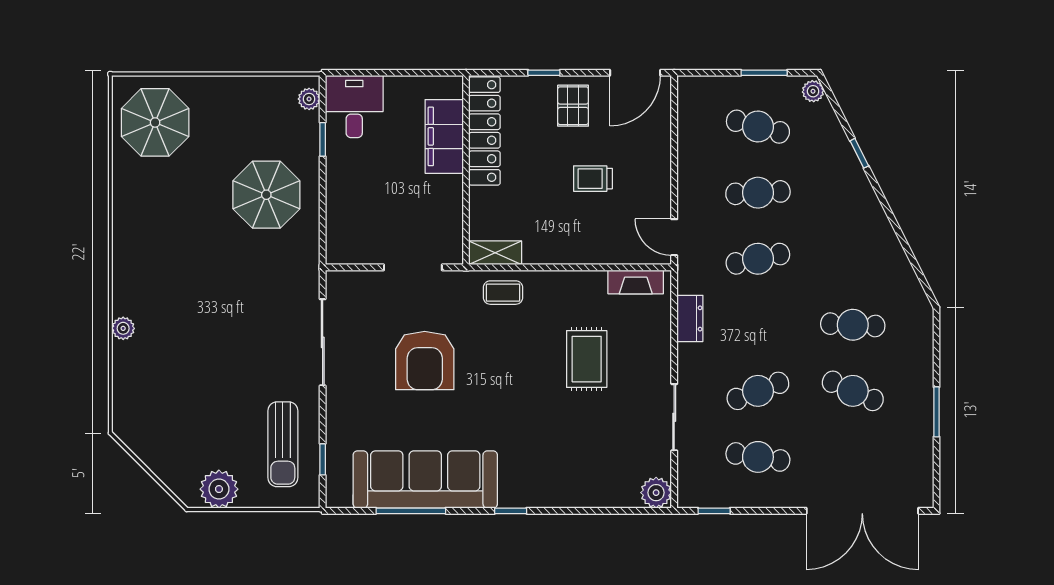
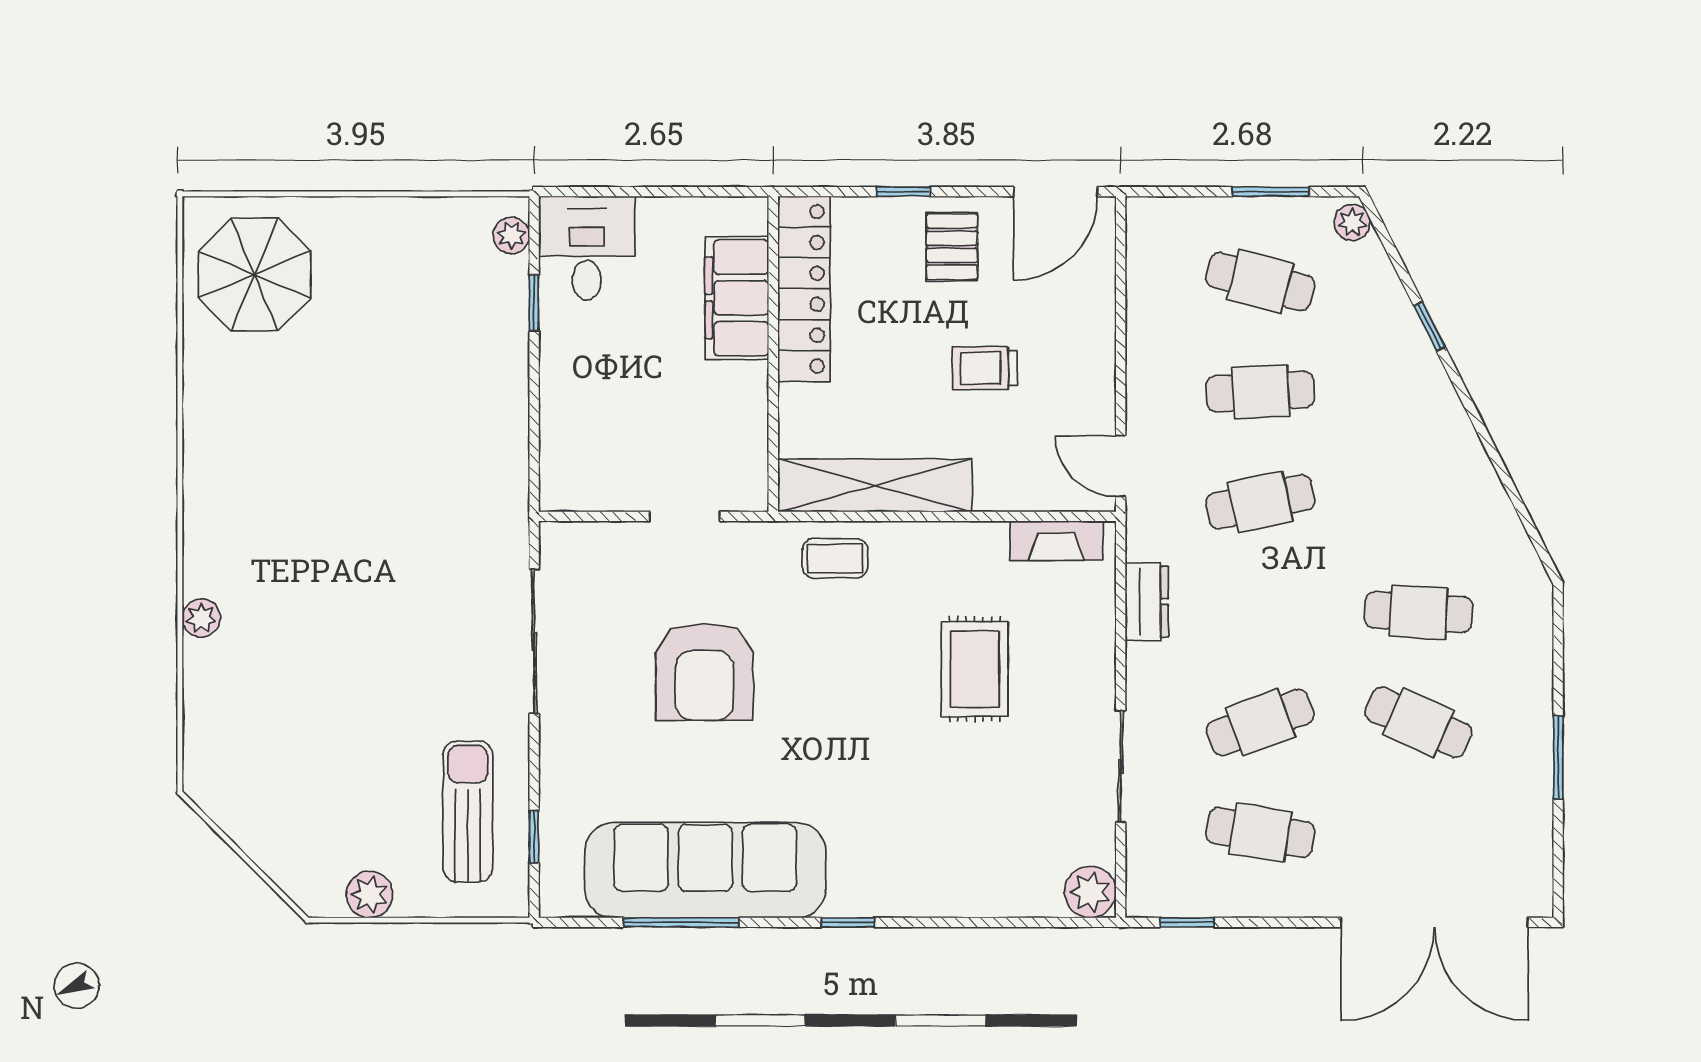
parasol: (266, 195) -> (440, 395), removed
shelving: (495, 253) -> (875, 485), width x2.20, depth x1.33
doorway: (413, 267) -> (685, 516), width x0.73
sun lounger: (283, 444) -> (468, 811), turned 180
plant: (219, 489) -> (370, 895), width x0.73, depth x0.73

